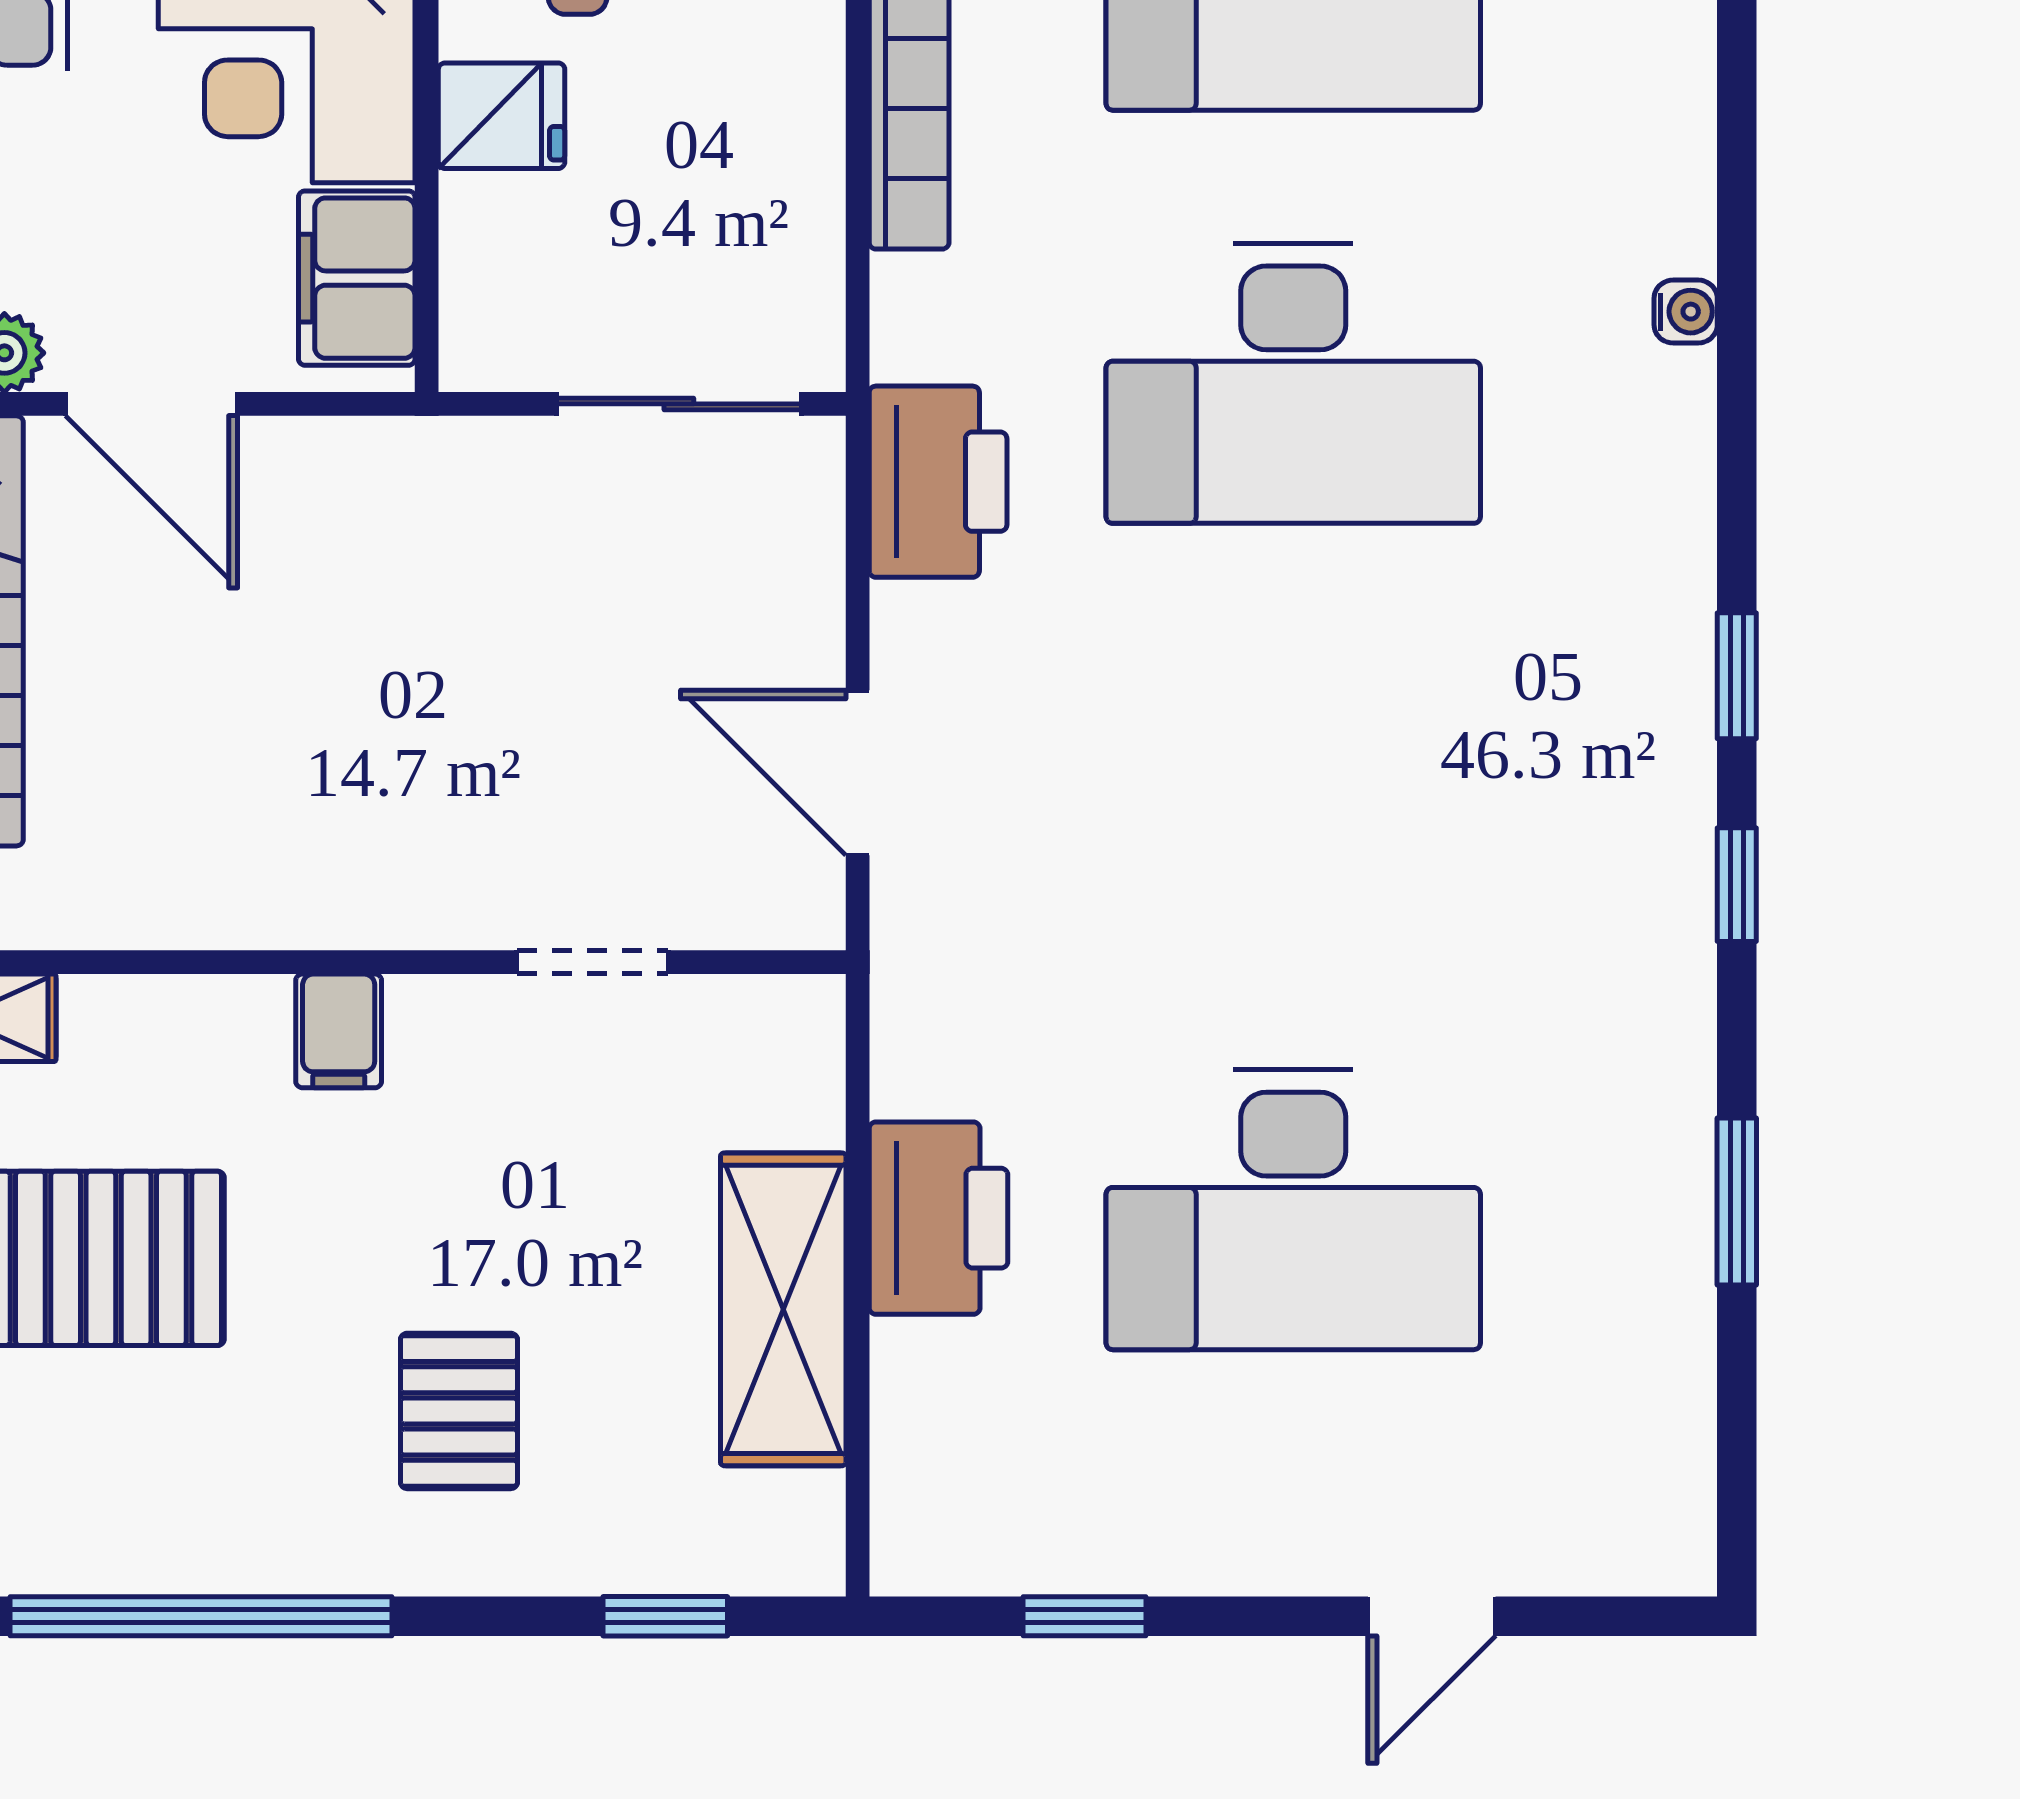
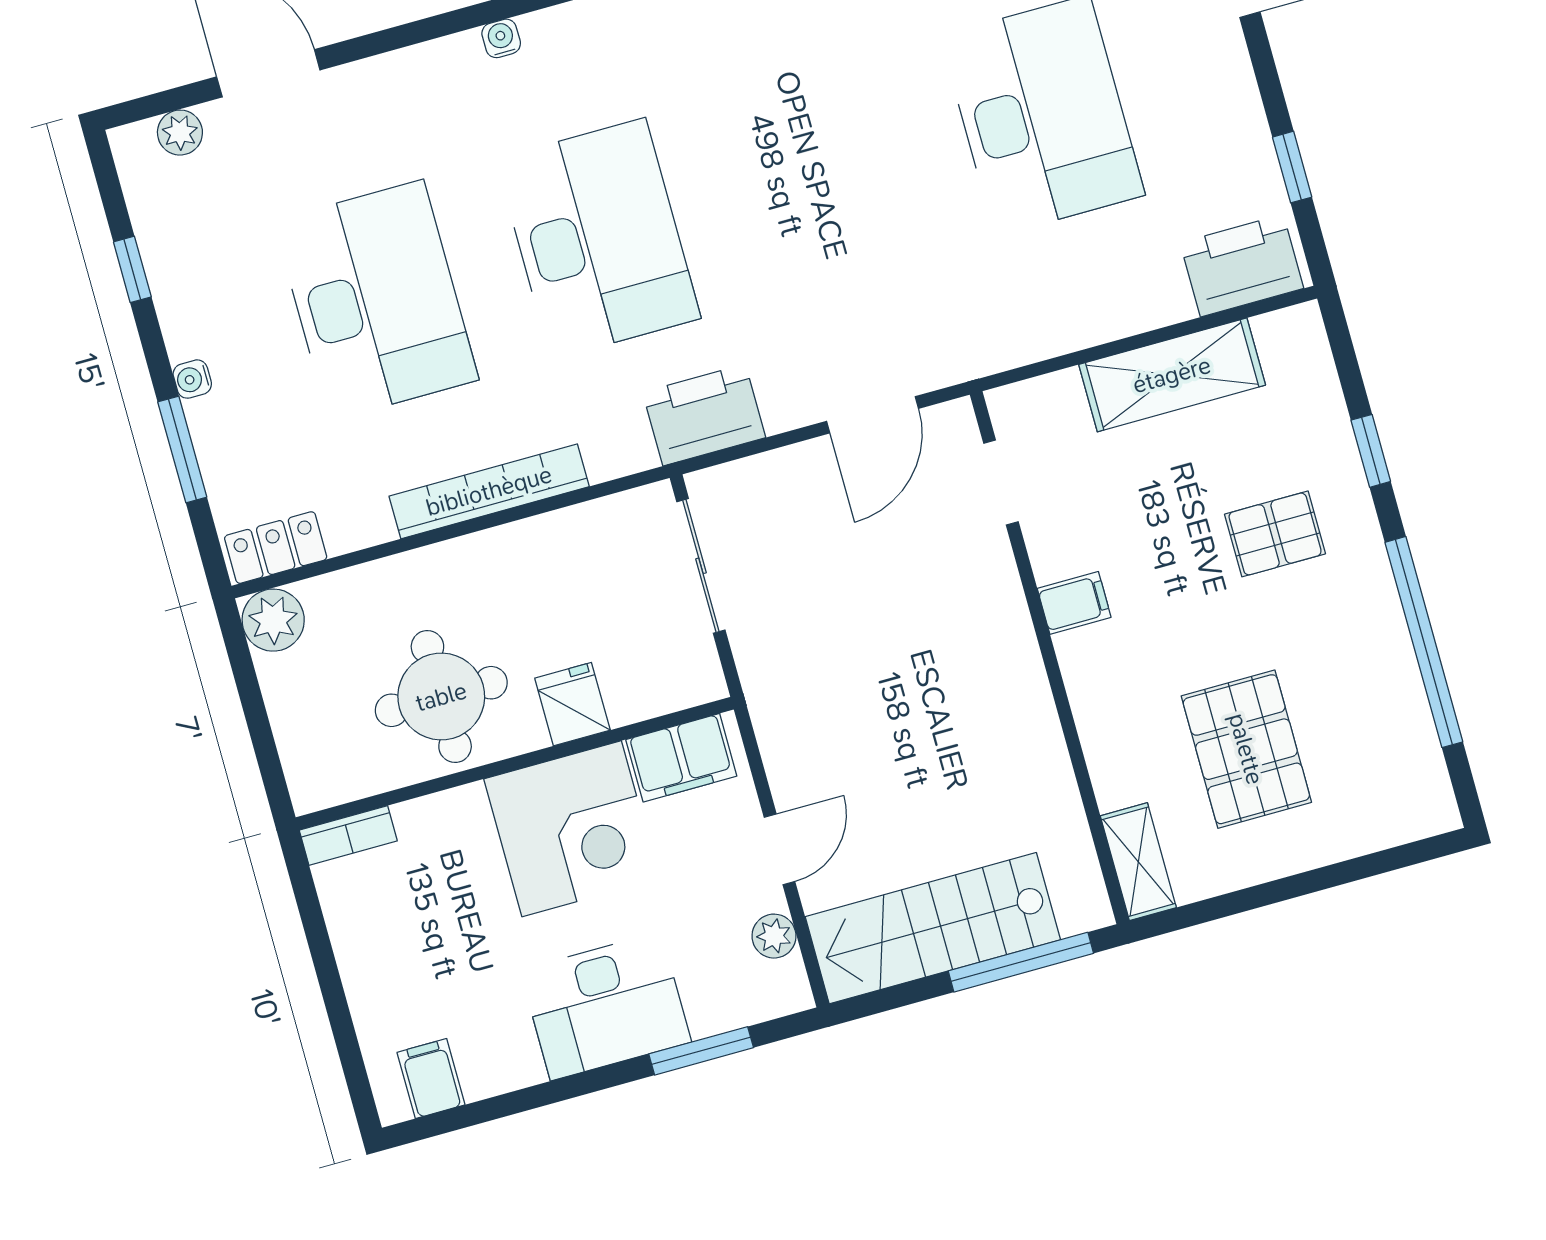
door: (151, 404) -> (780, 849), width x0.73
doorway: (593, 962) -> (1001, 482), moved
filing cabinet: (339, 1031) -> (1074, 603), moved
printer: (938, 1218) -> (1242, 266), moved
window: (665, 1616) -> (1371, 451), moved

